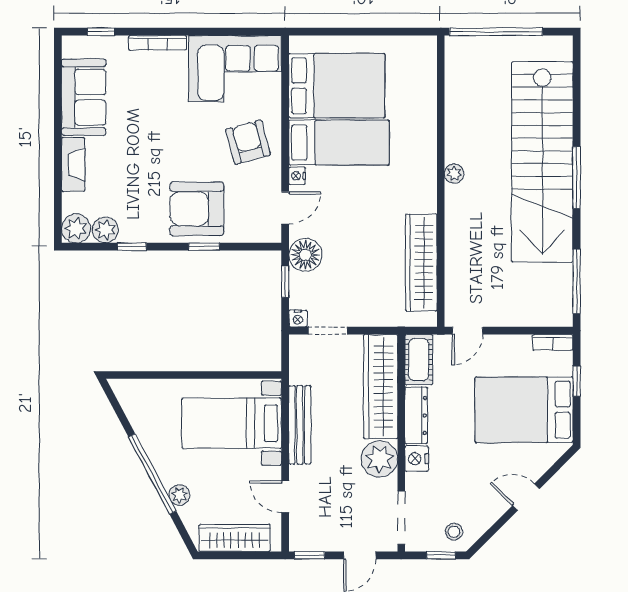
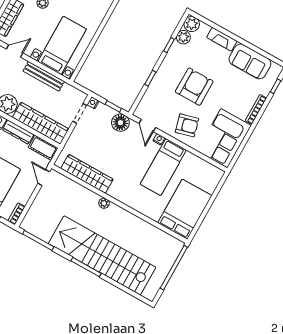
bed: (337, 86) -> (185, 209), moved, turned 180
plant: (454, 174) -> (104, 203), moved
armchair: (197, 209) -> (194, 87), moved

